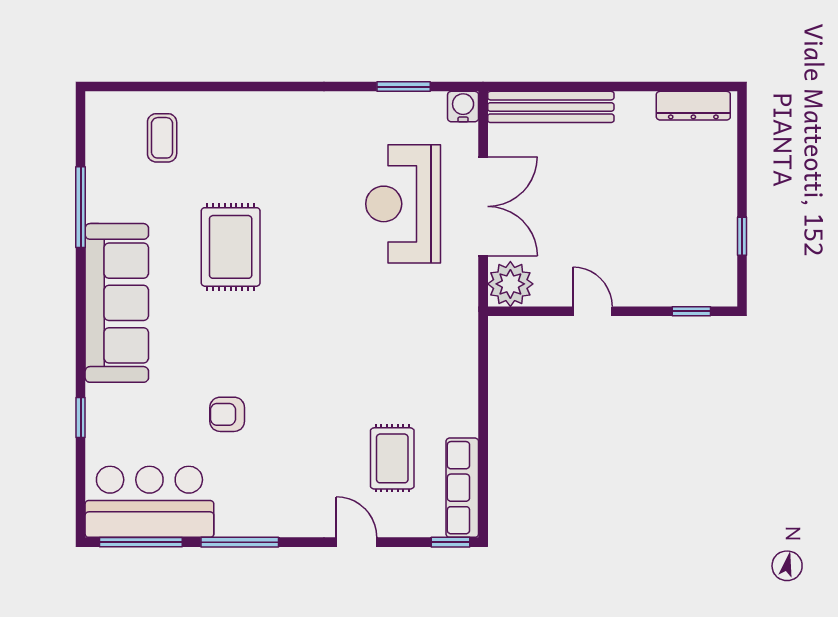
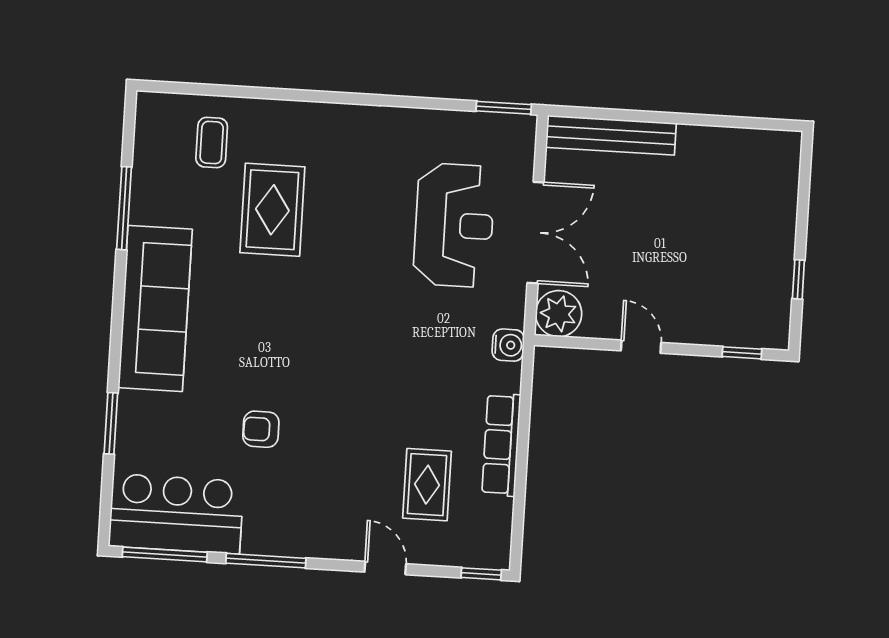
window: (404, 87) -> (504, 108), moved
dresser: (693, 106) -> (757, 143), removed
water cooler: (463, 107) -> (508, 345), moved, turned 90
reception desk: (403, 204) -> (454, 225), turned 180
rug: (231, 247) -> (272, 210), moved
window: (81, 418) -> (111, 423), width x1.50
row of seats: (462, 488) -> (501, 445), moved

